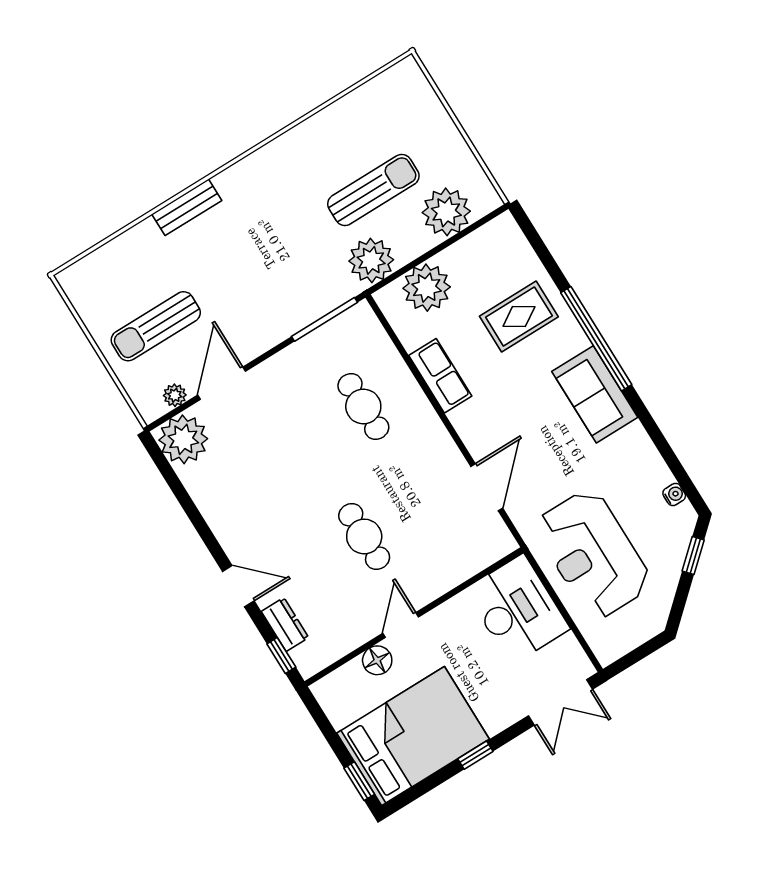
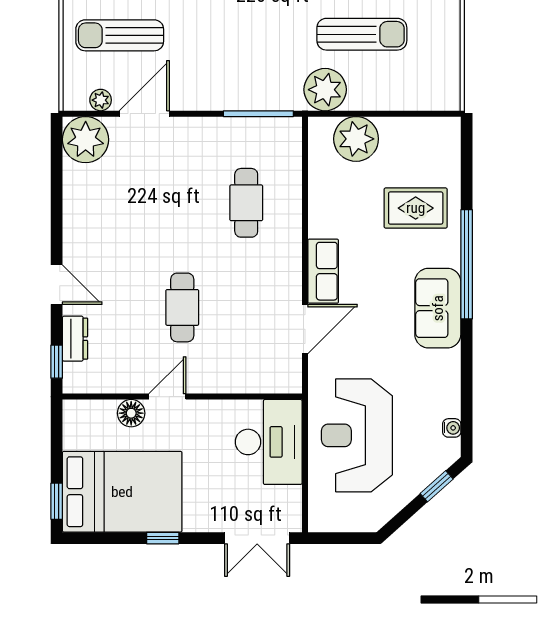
plant: (446, 212) -> (409, 88), removed
row of seats: (440, 376) -> (323, 271), moved

